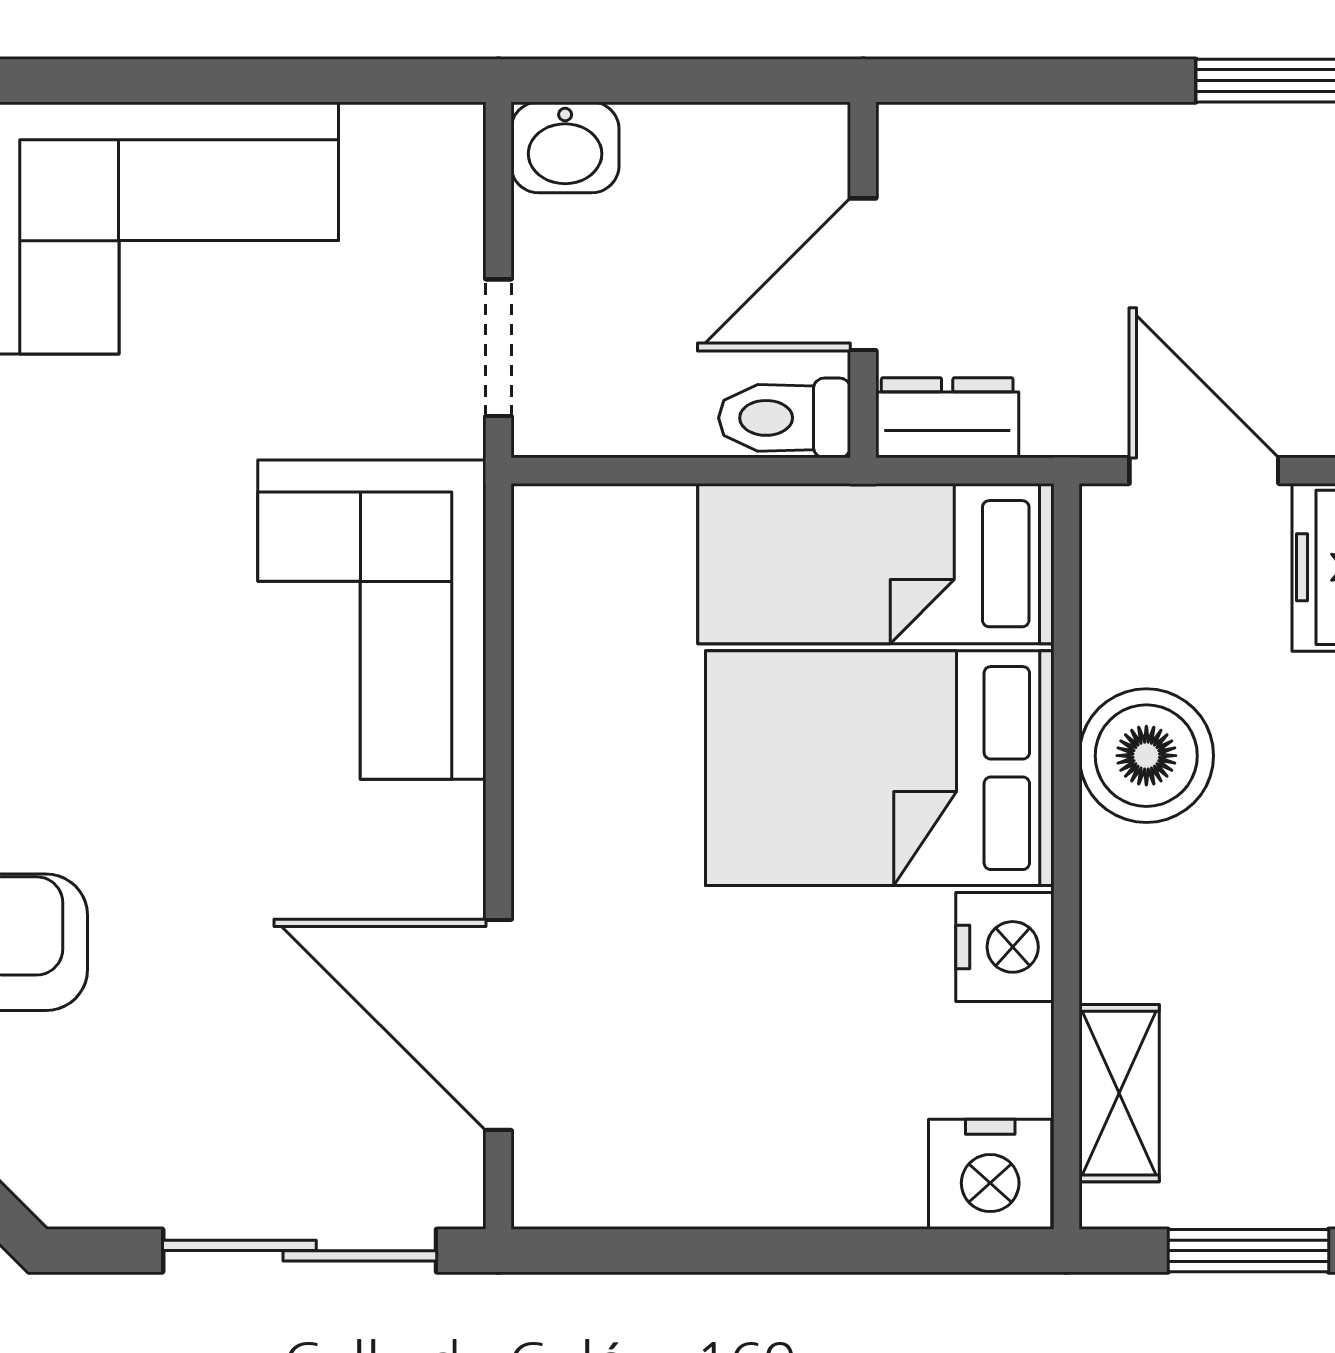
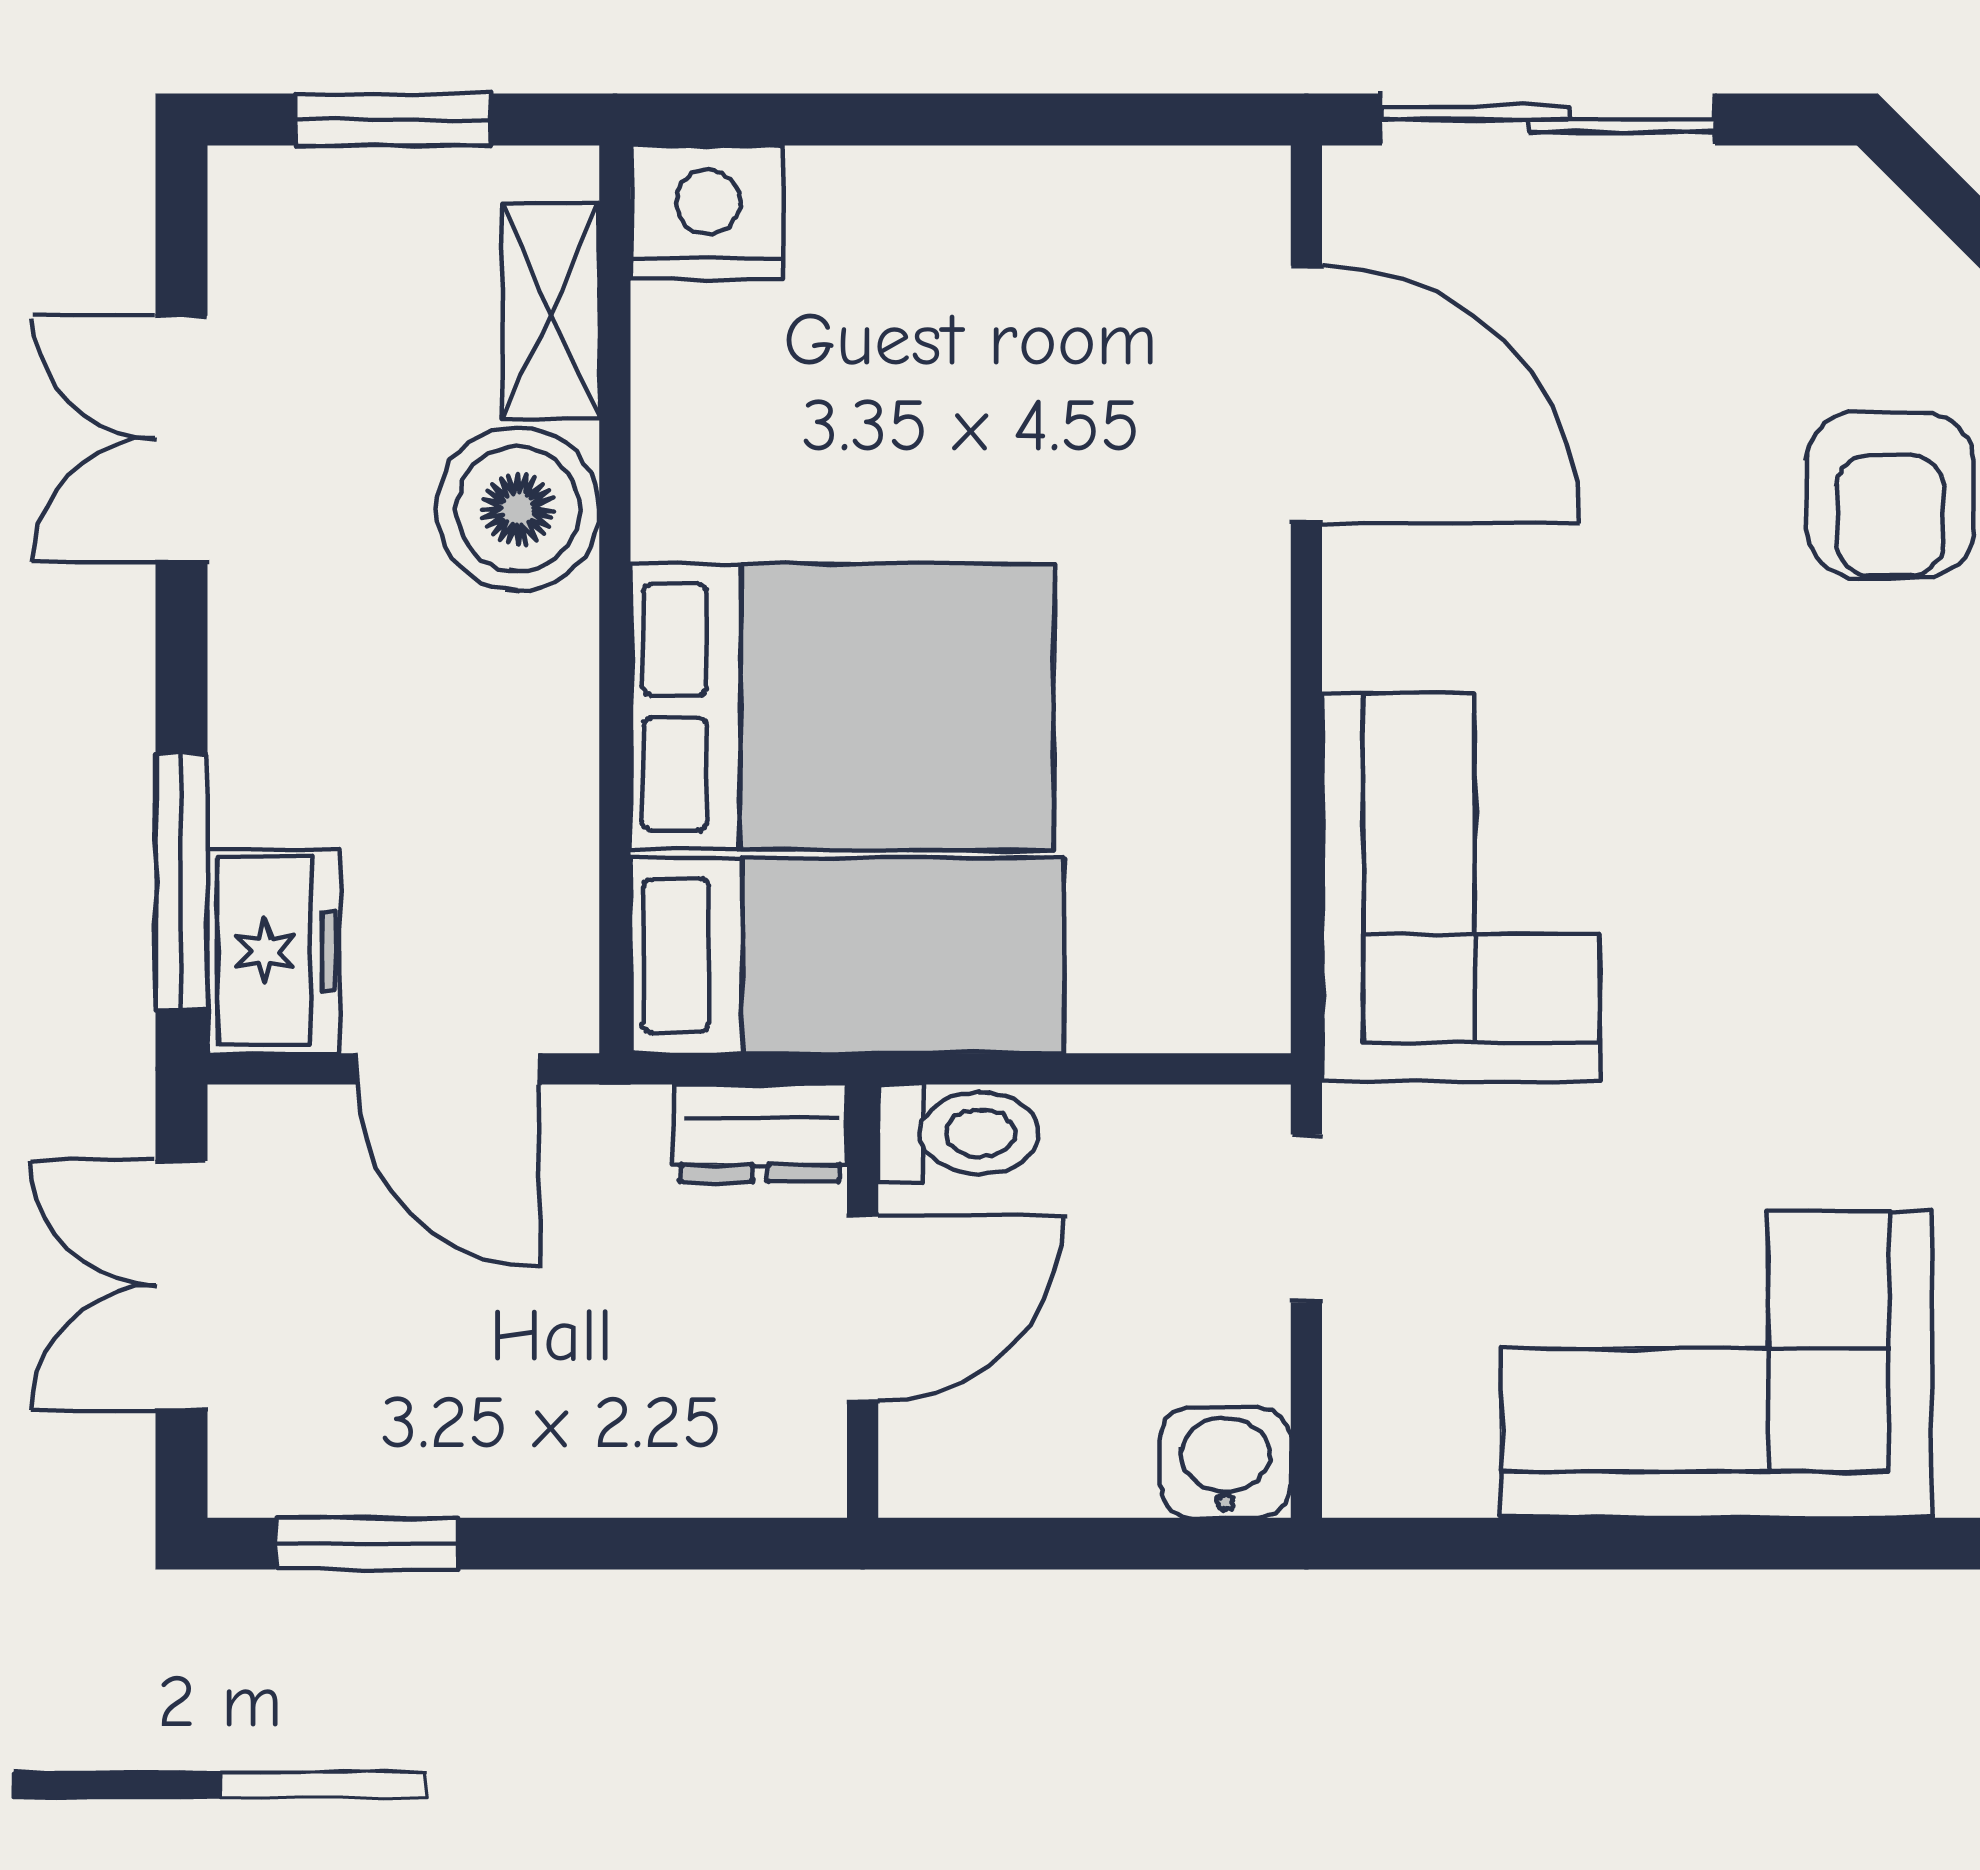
boiler: (1146, 756) -> (518, 509), moved
nightstand: (1005, 947) -> (690, 489), removed

